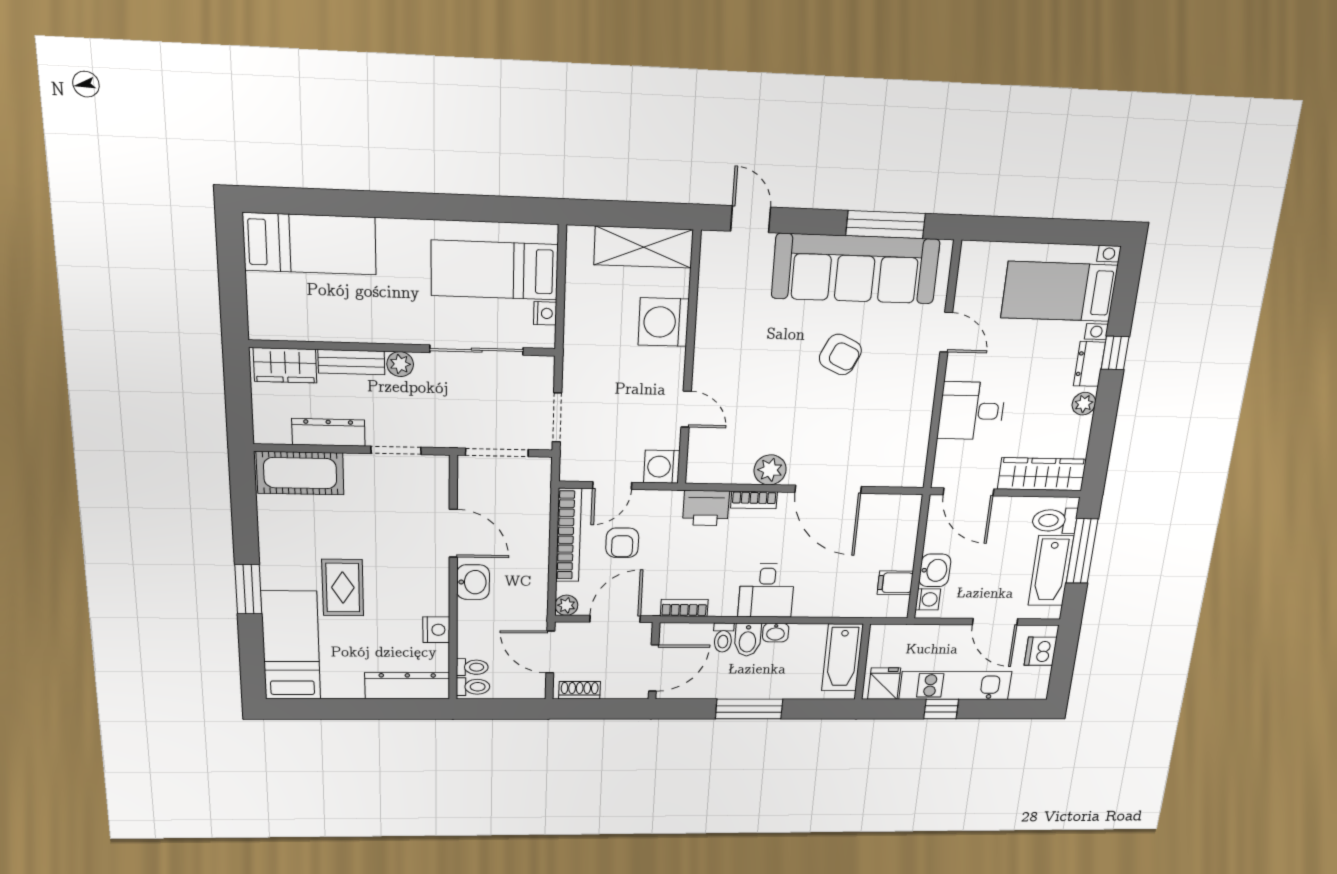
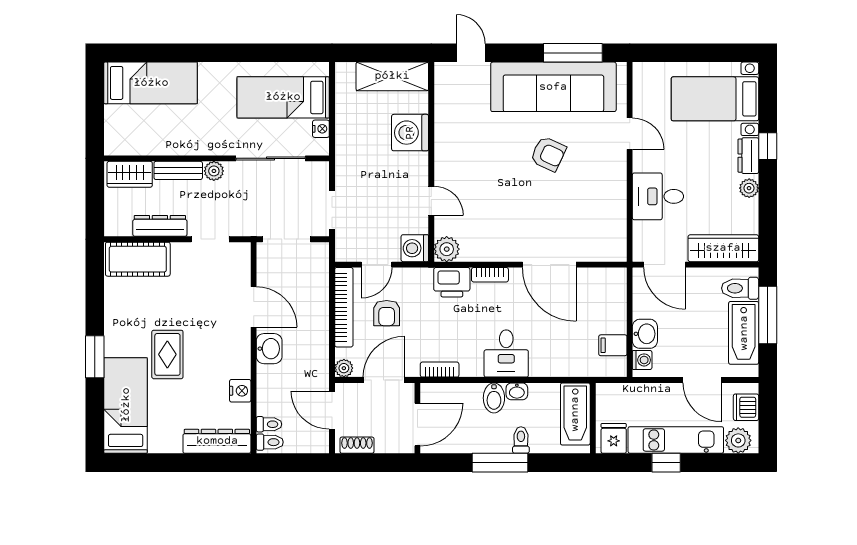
plant: (770, 470) -> (447, 249), moved
toilet: (723, 638) -> (521, 440), moved, turned 180
plant: (1026, 686) -> (738, 440), added

